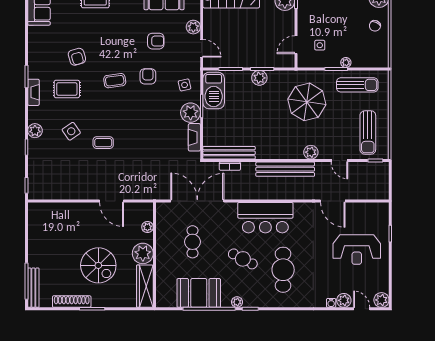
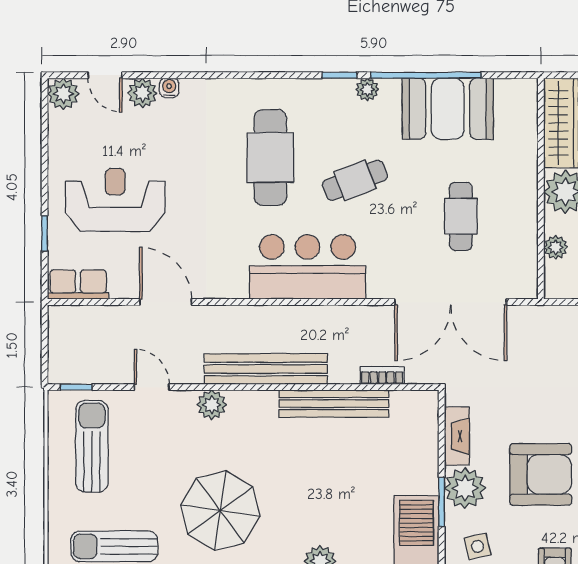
armchair: (155, 119) -> (541, 474), added
bench: (229, 153) -> (334, 404), moved
row of seats: (374, 209) -> (78, 285), added
cafe table: (243, 259) -> (355, 180), turned -49

